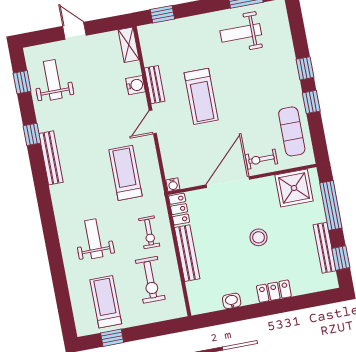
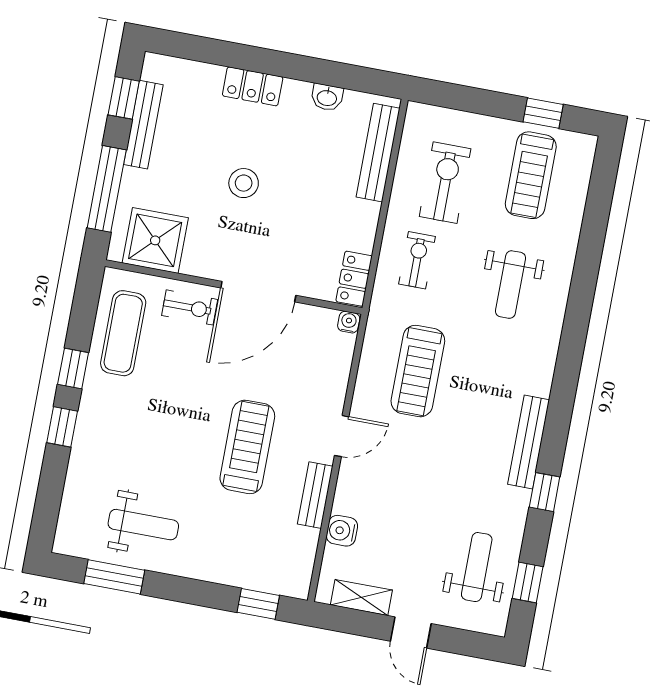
shelving: (129, 45) -> (361, 598), moved, turned 90
weight bench: (53, 80) -> (477, 567), turned 180
water cooler: (135, 85) -> (342, 531), moved
bench: (187, 253) -> (378, 153), moved

